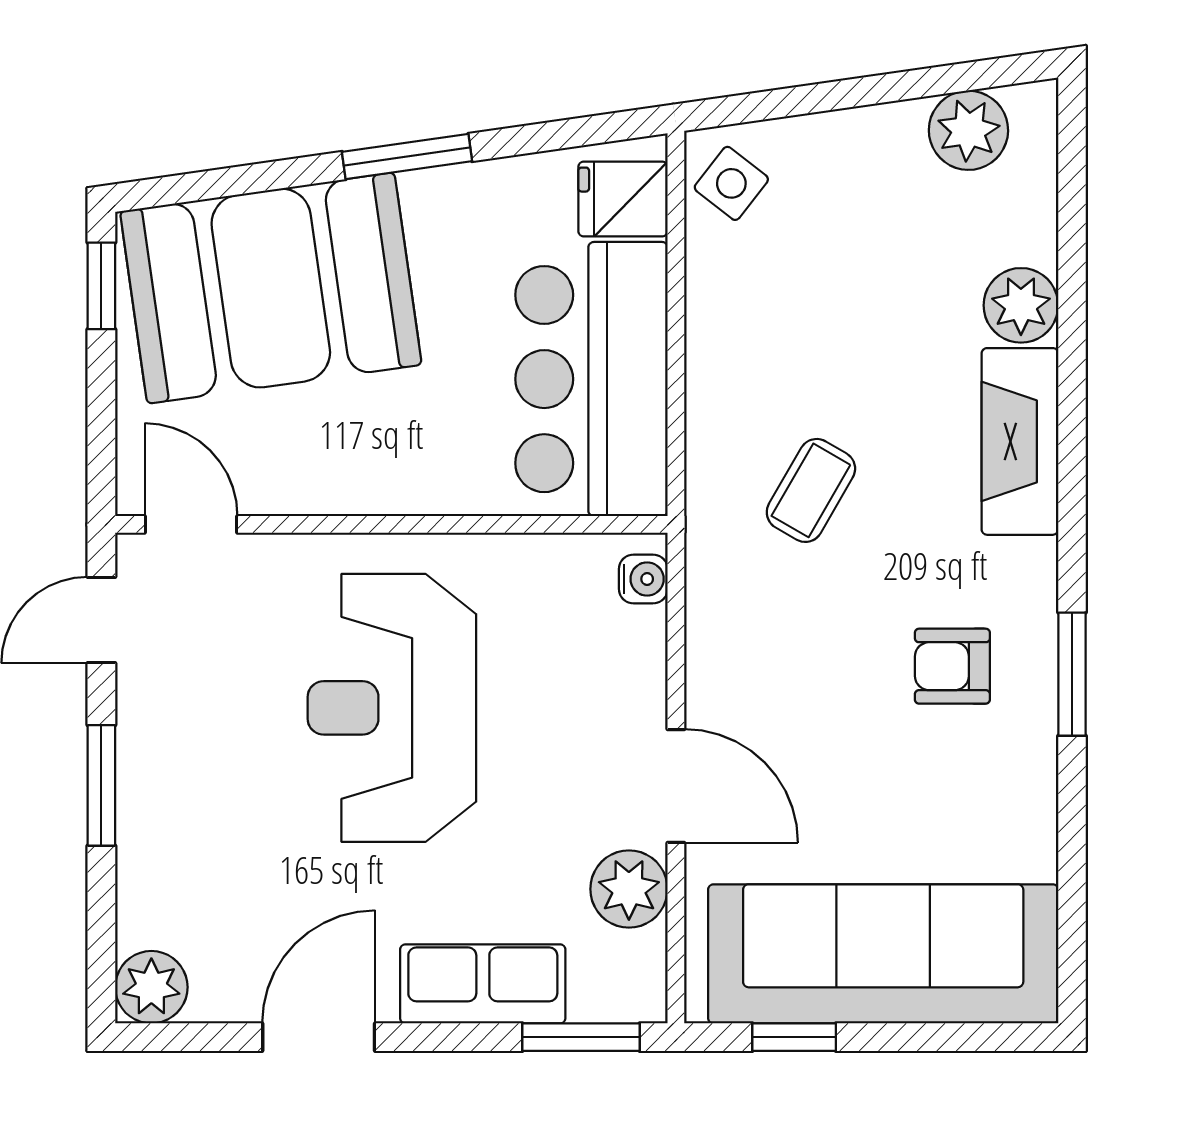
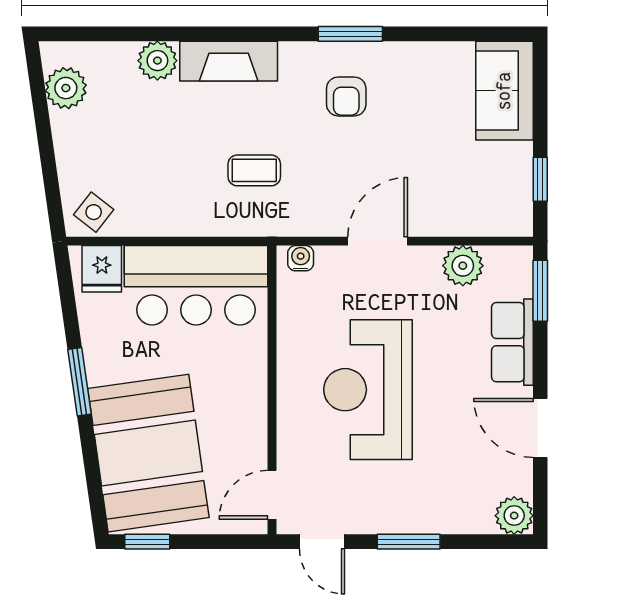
coffee table: (811, 490) -> (254, 170), turned -30
reception desk: (392, 708) -> (368, 390), turned 90
door: (676, 786) -> (378, 241), moved
sofa: (883, 954) -> (504, 91), width x0.54, depth x0.79

